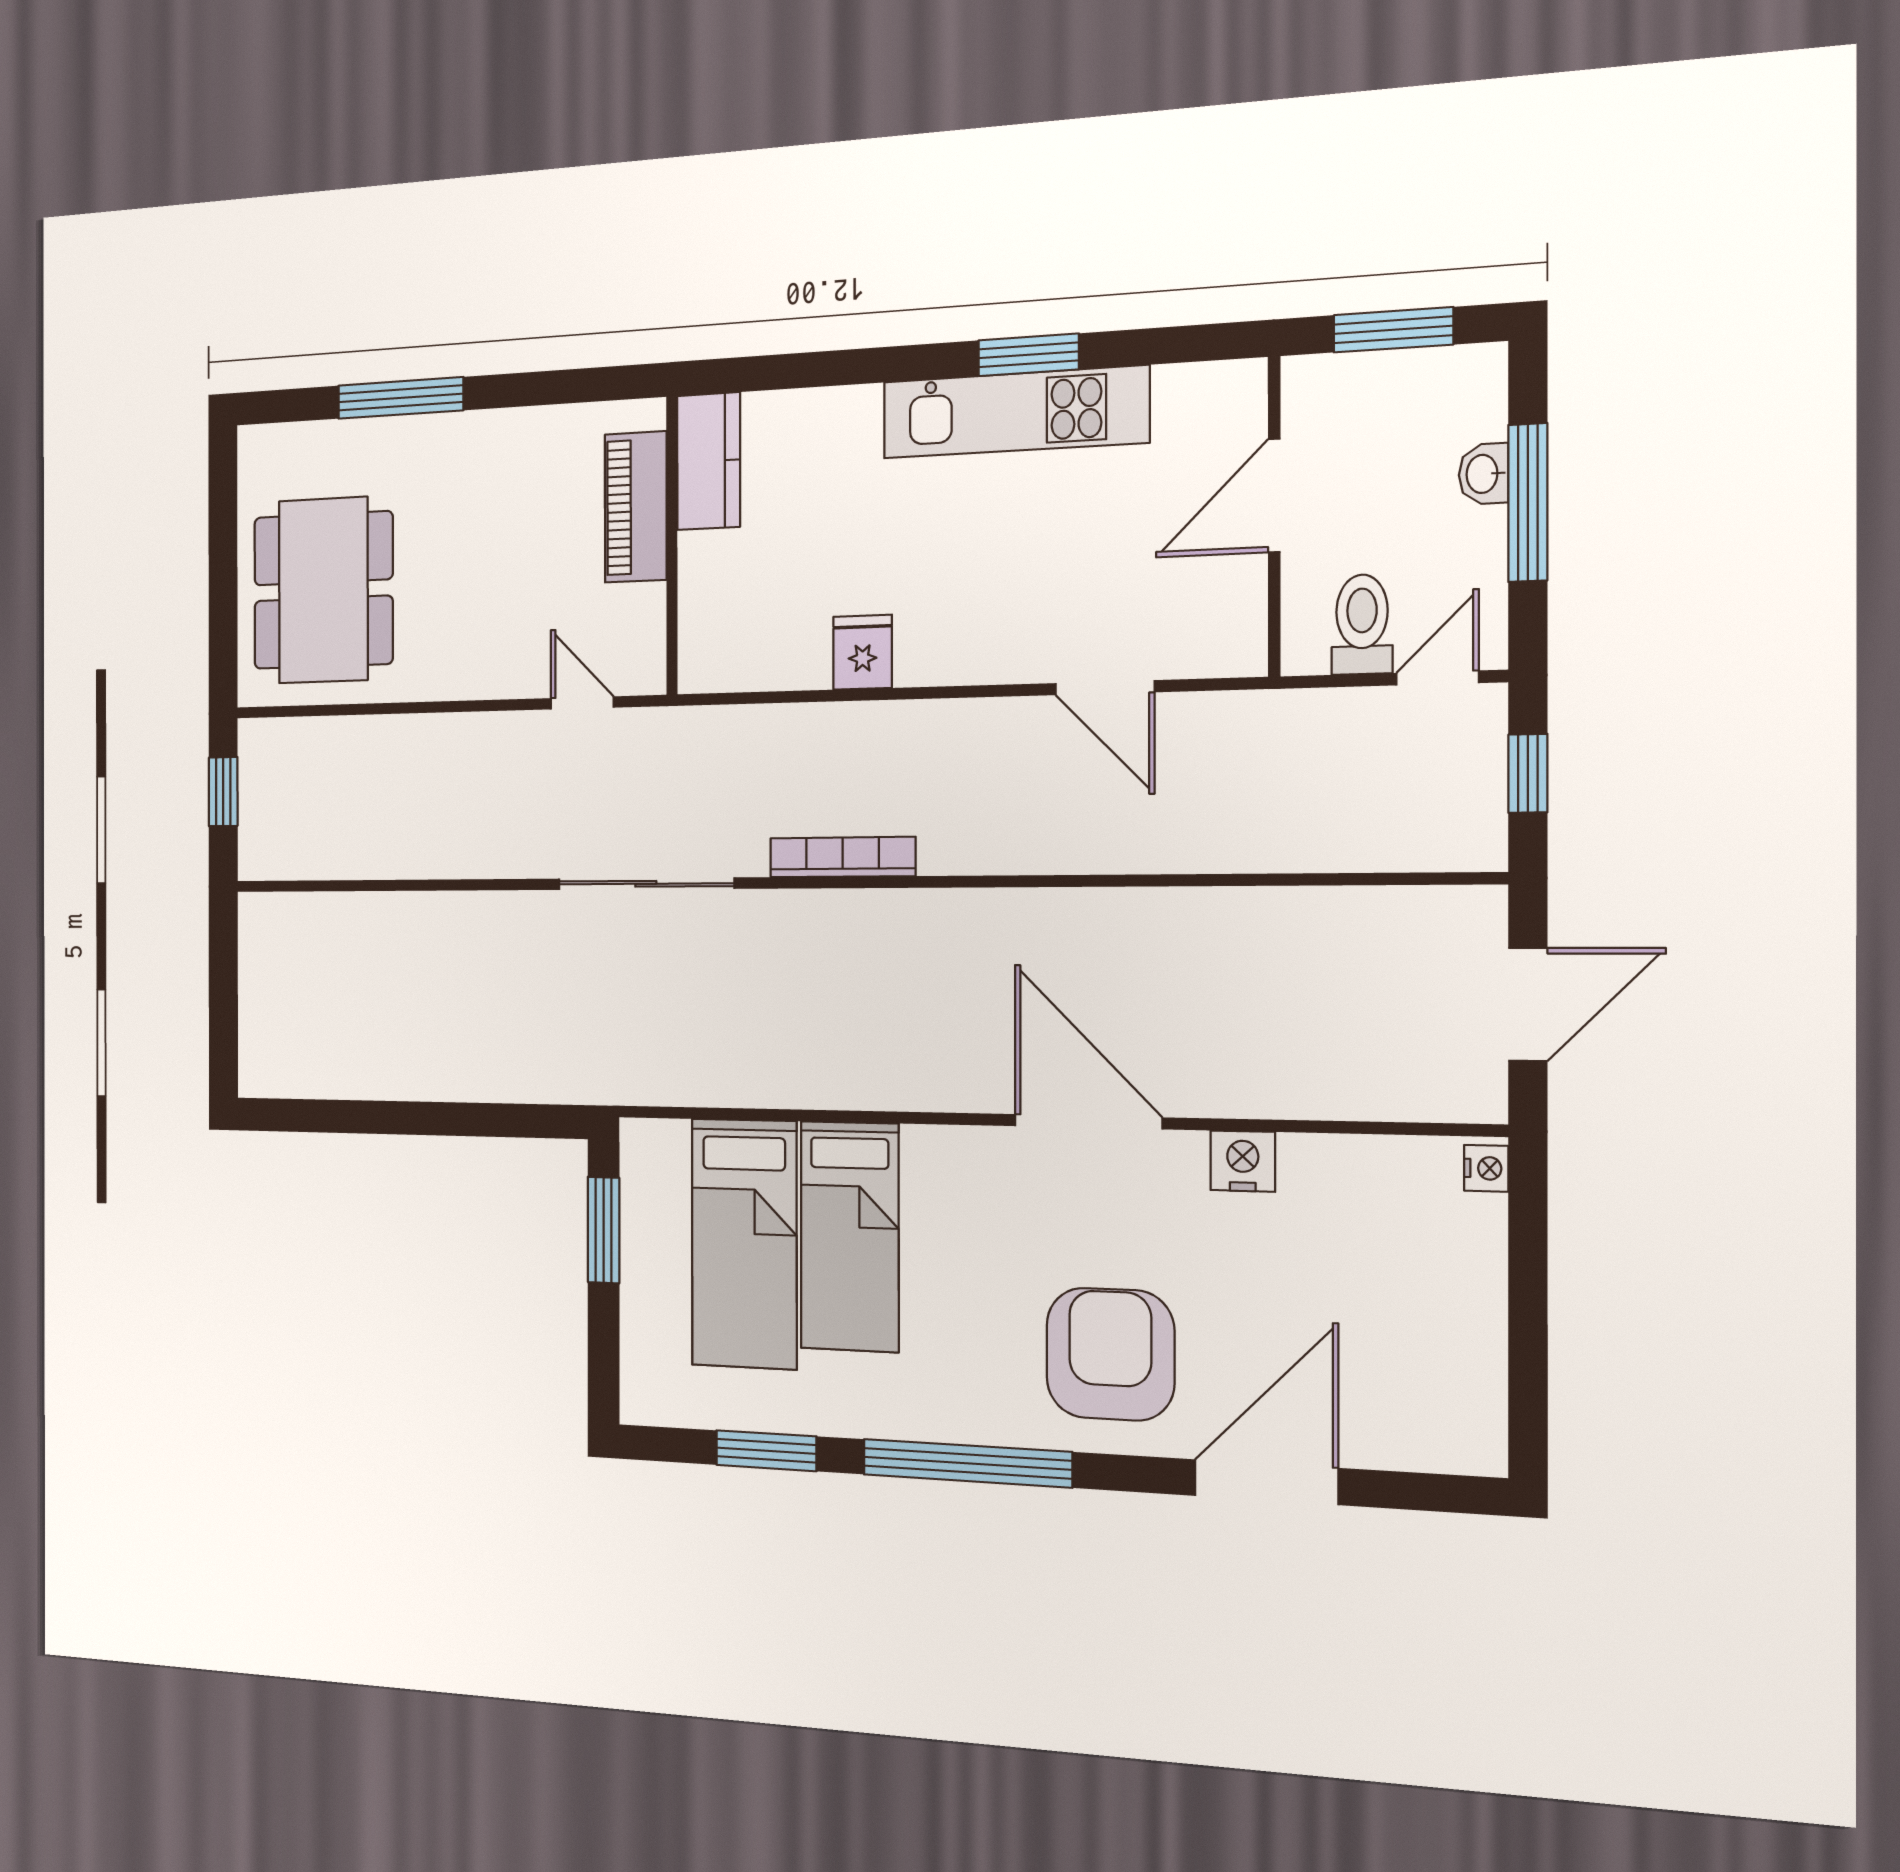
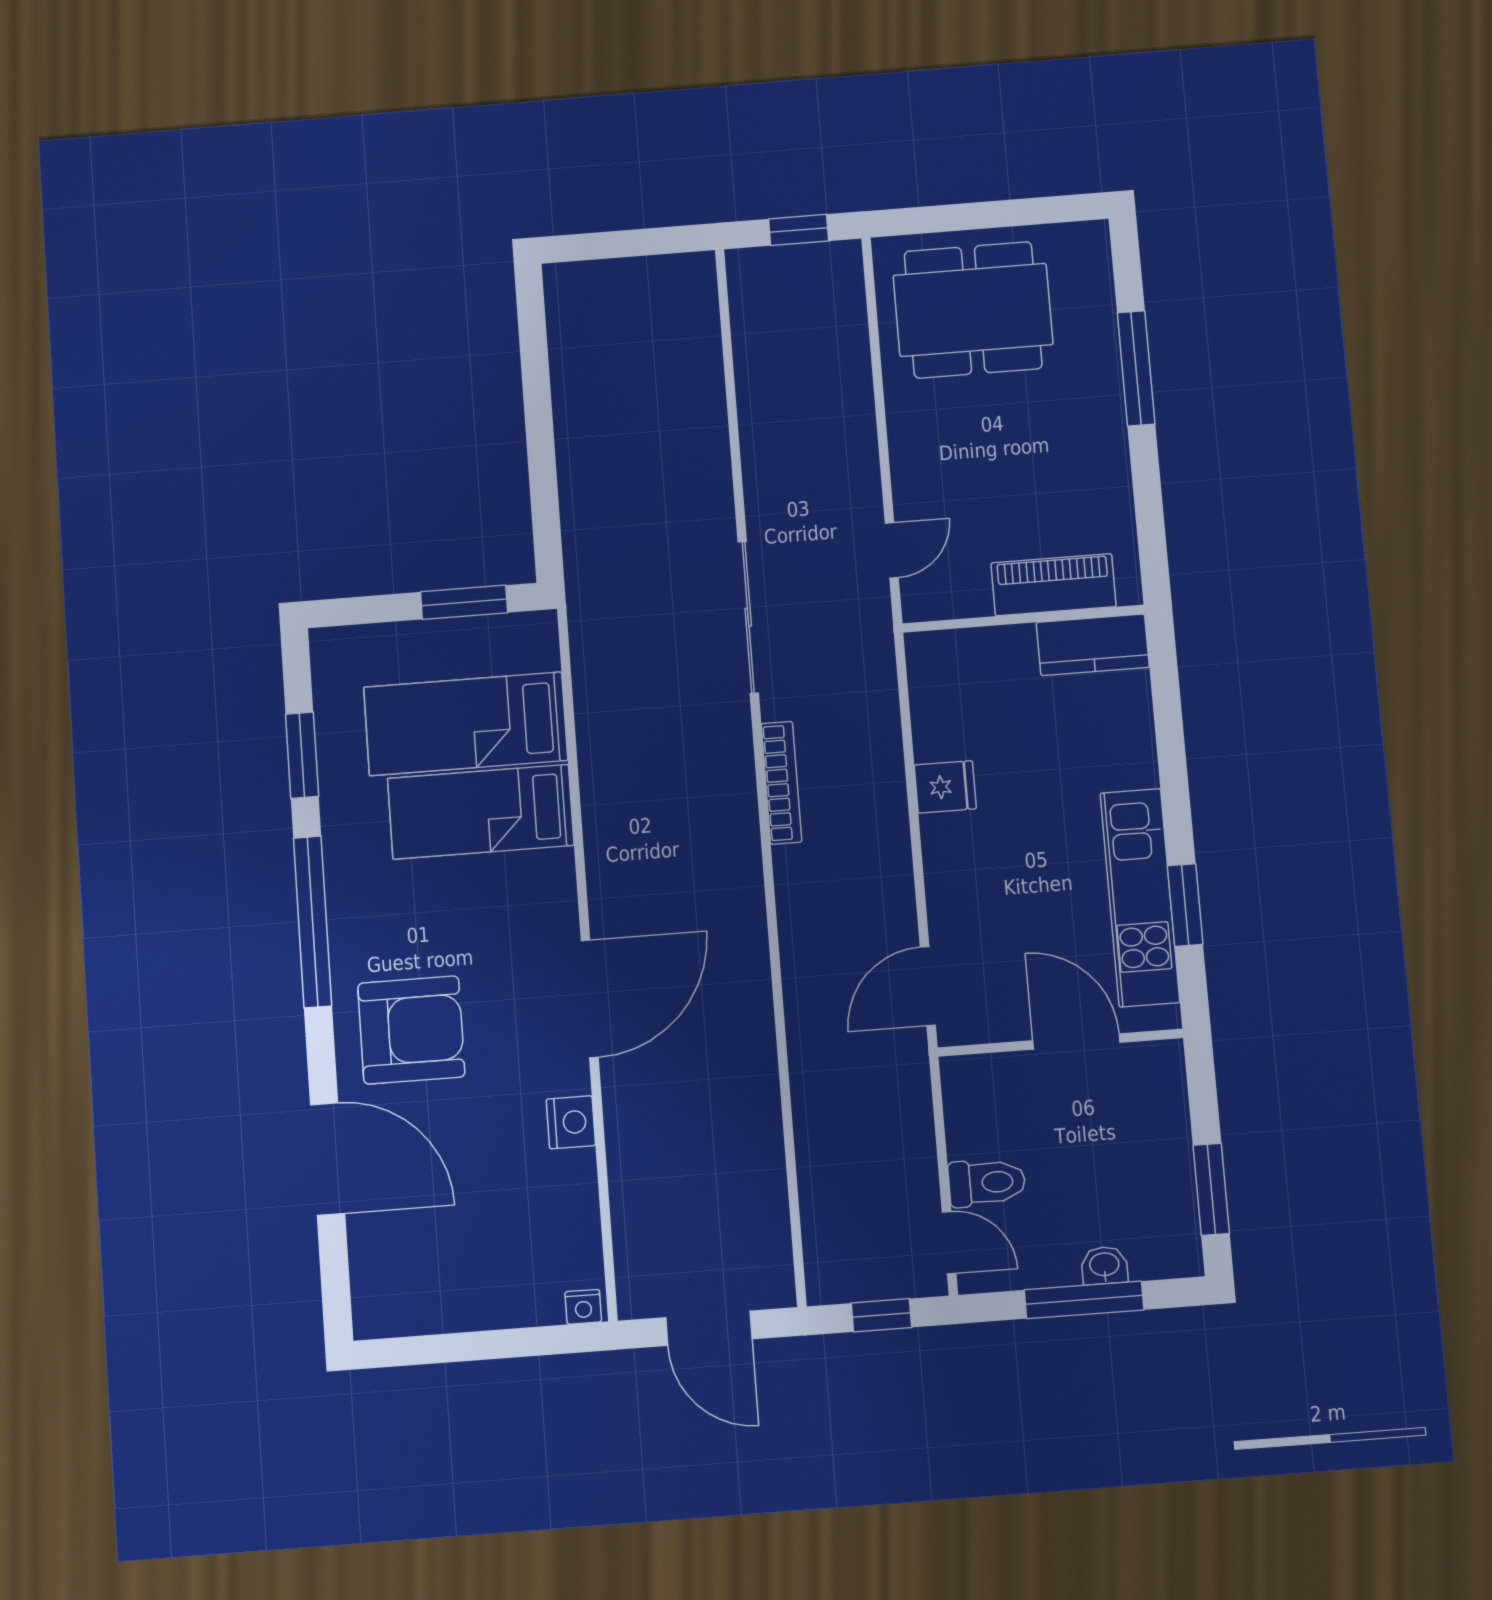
door: (1274, 496) -> (1076, 1041), moved
wall: (1274, 517) -> (1060, 1043), moved

